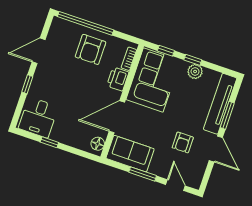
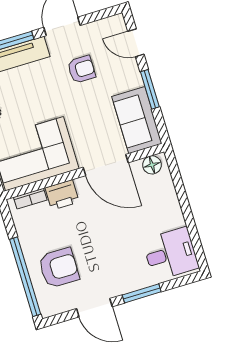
armchair: (91, 49) -> (59, 268), moved
window: (27, 84) -> (142, 293), width x1.50
window: (49, 142) -> (190, 221), removed
door: (175, 185) -> (136, 43), hinge flipped

